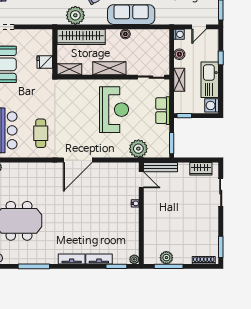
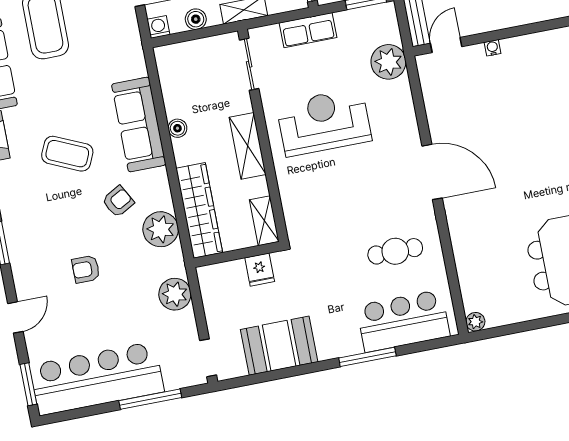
plant: (41, 16) -> (175, 294), added

